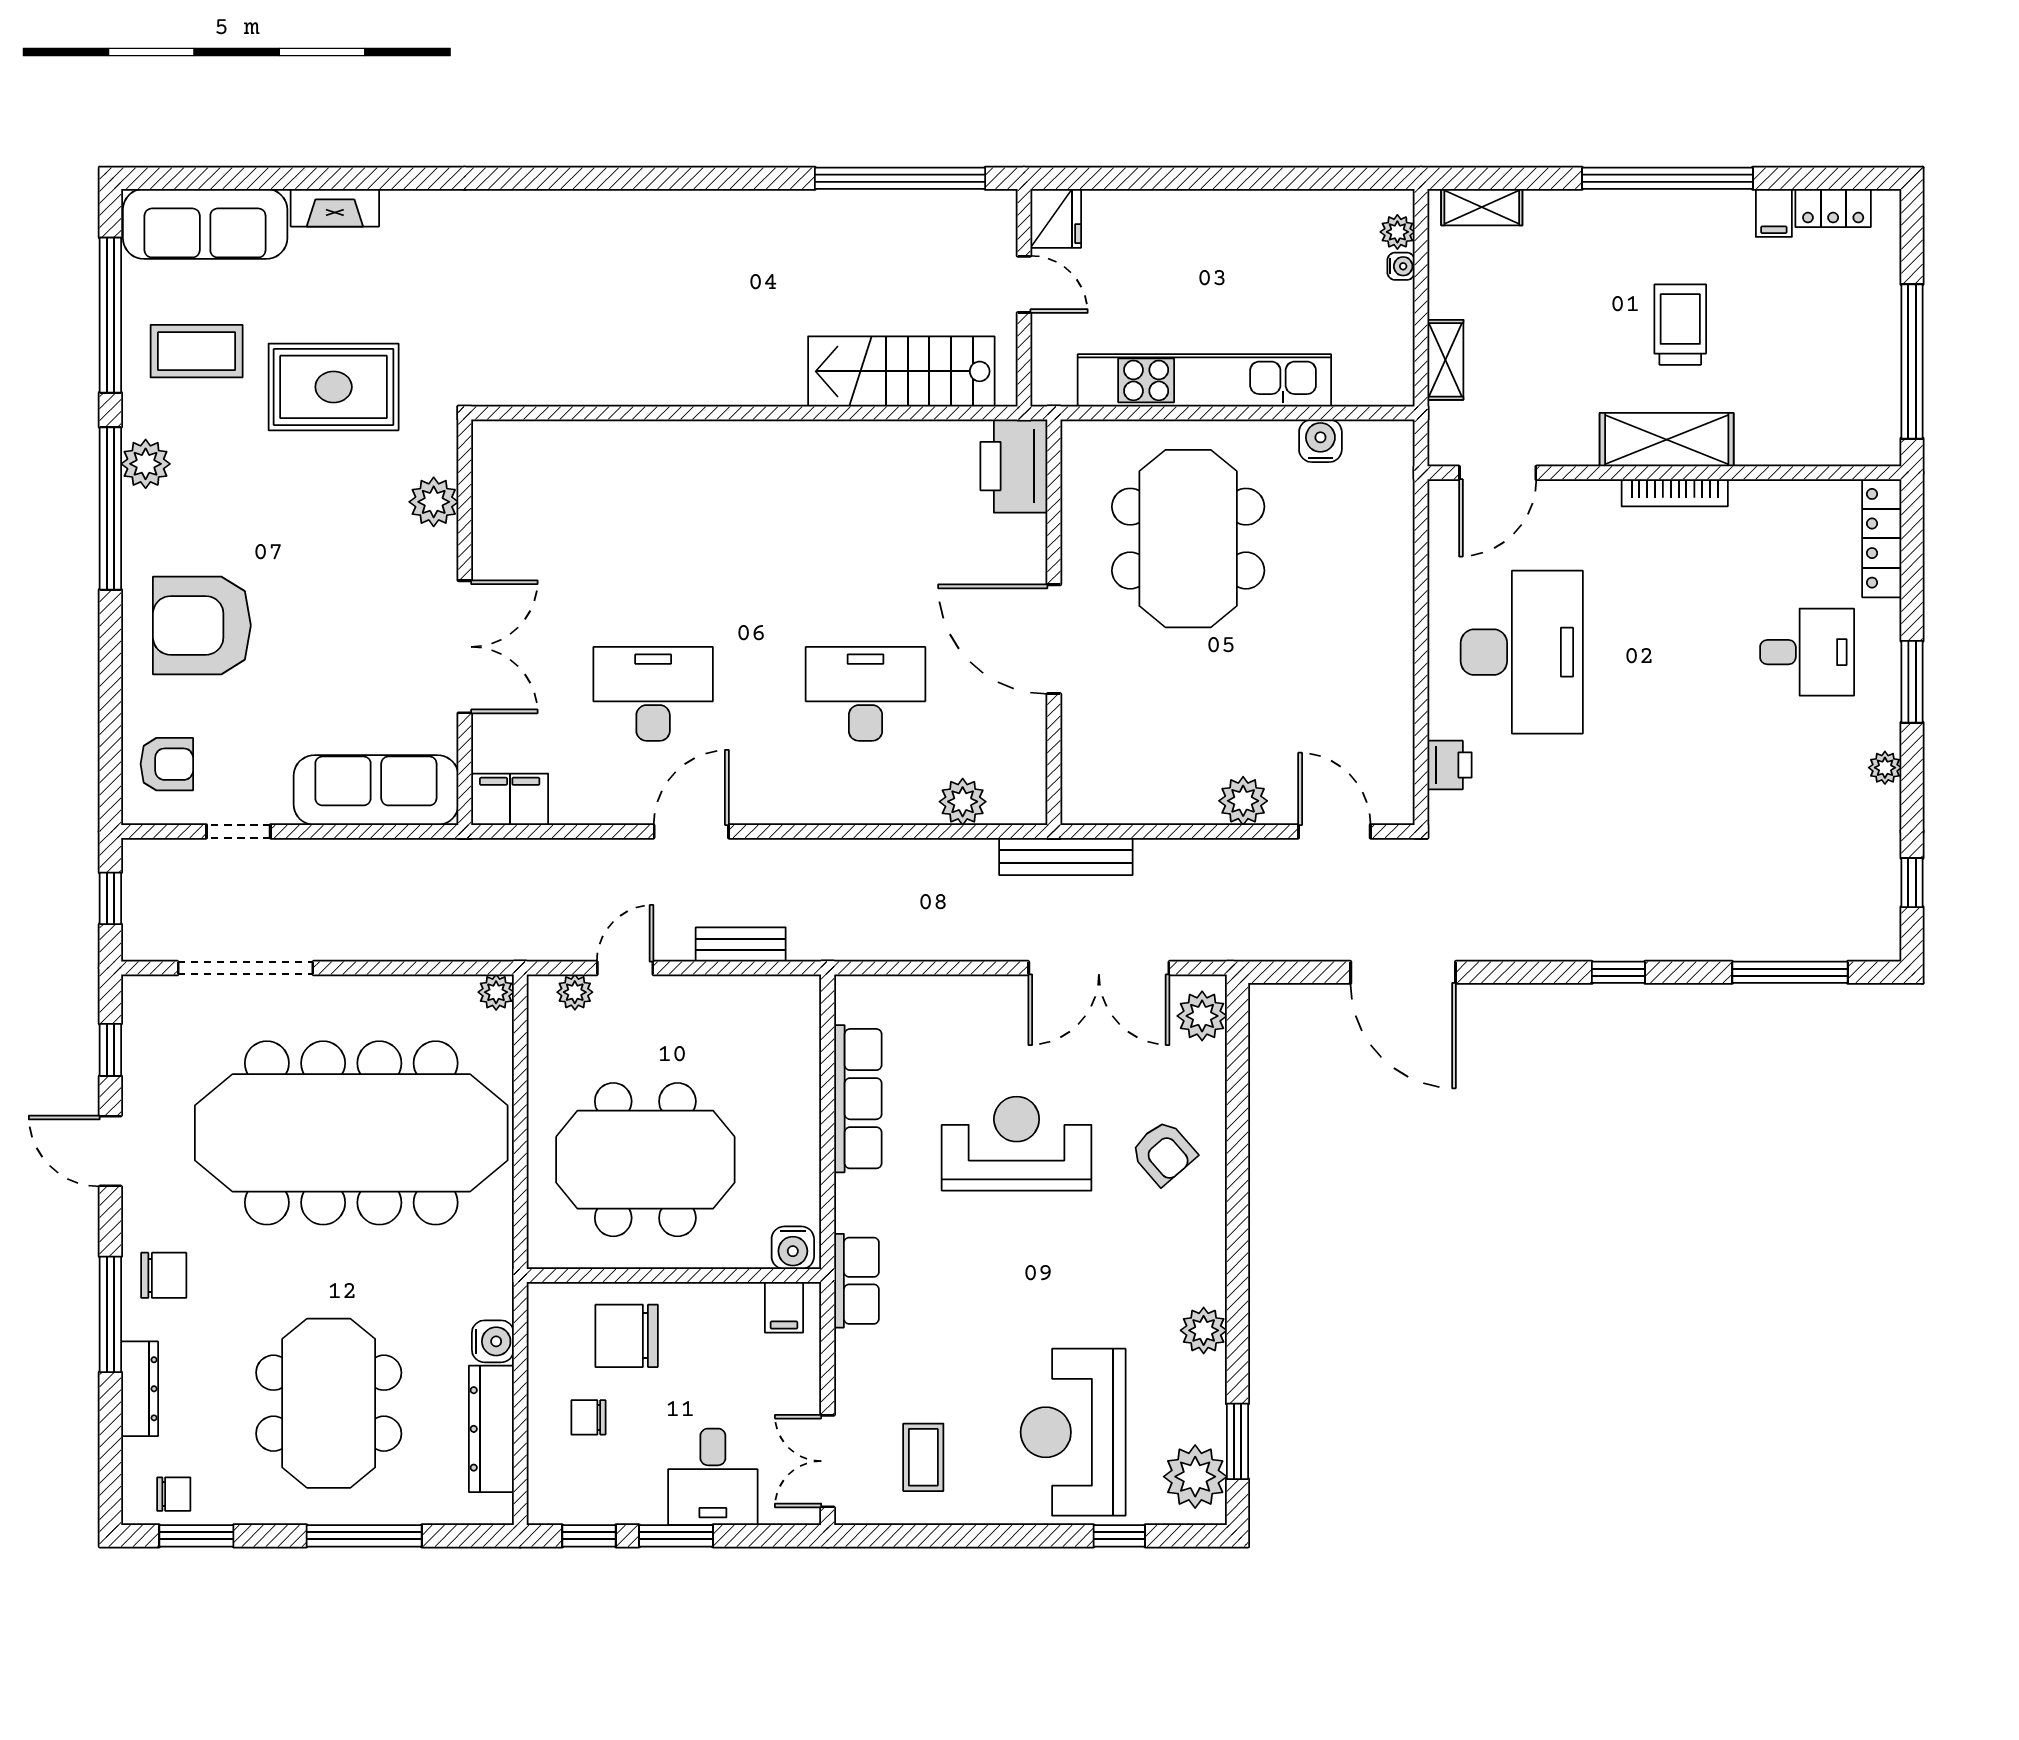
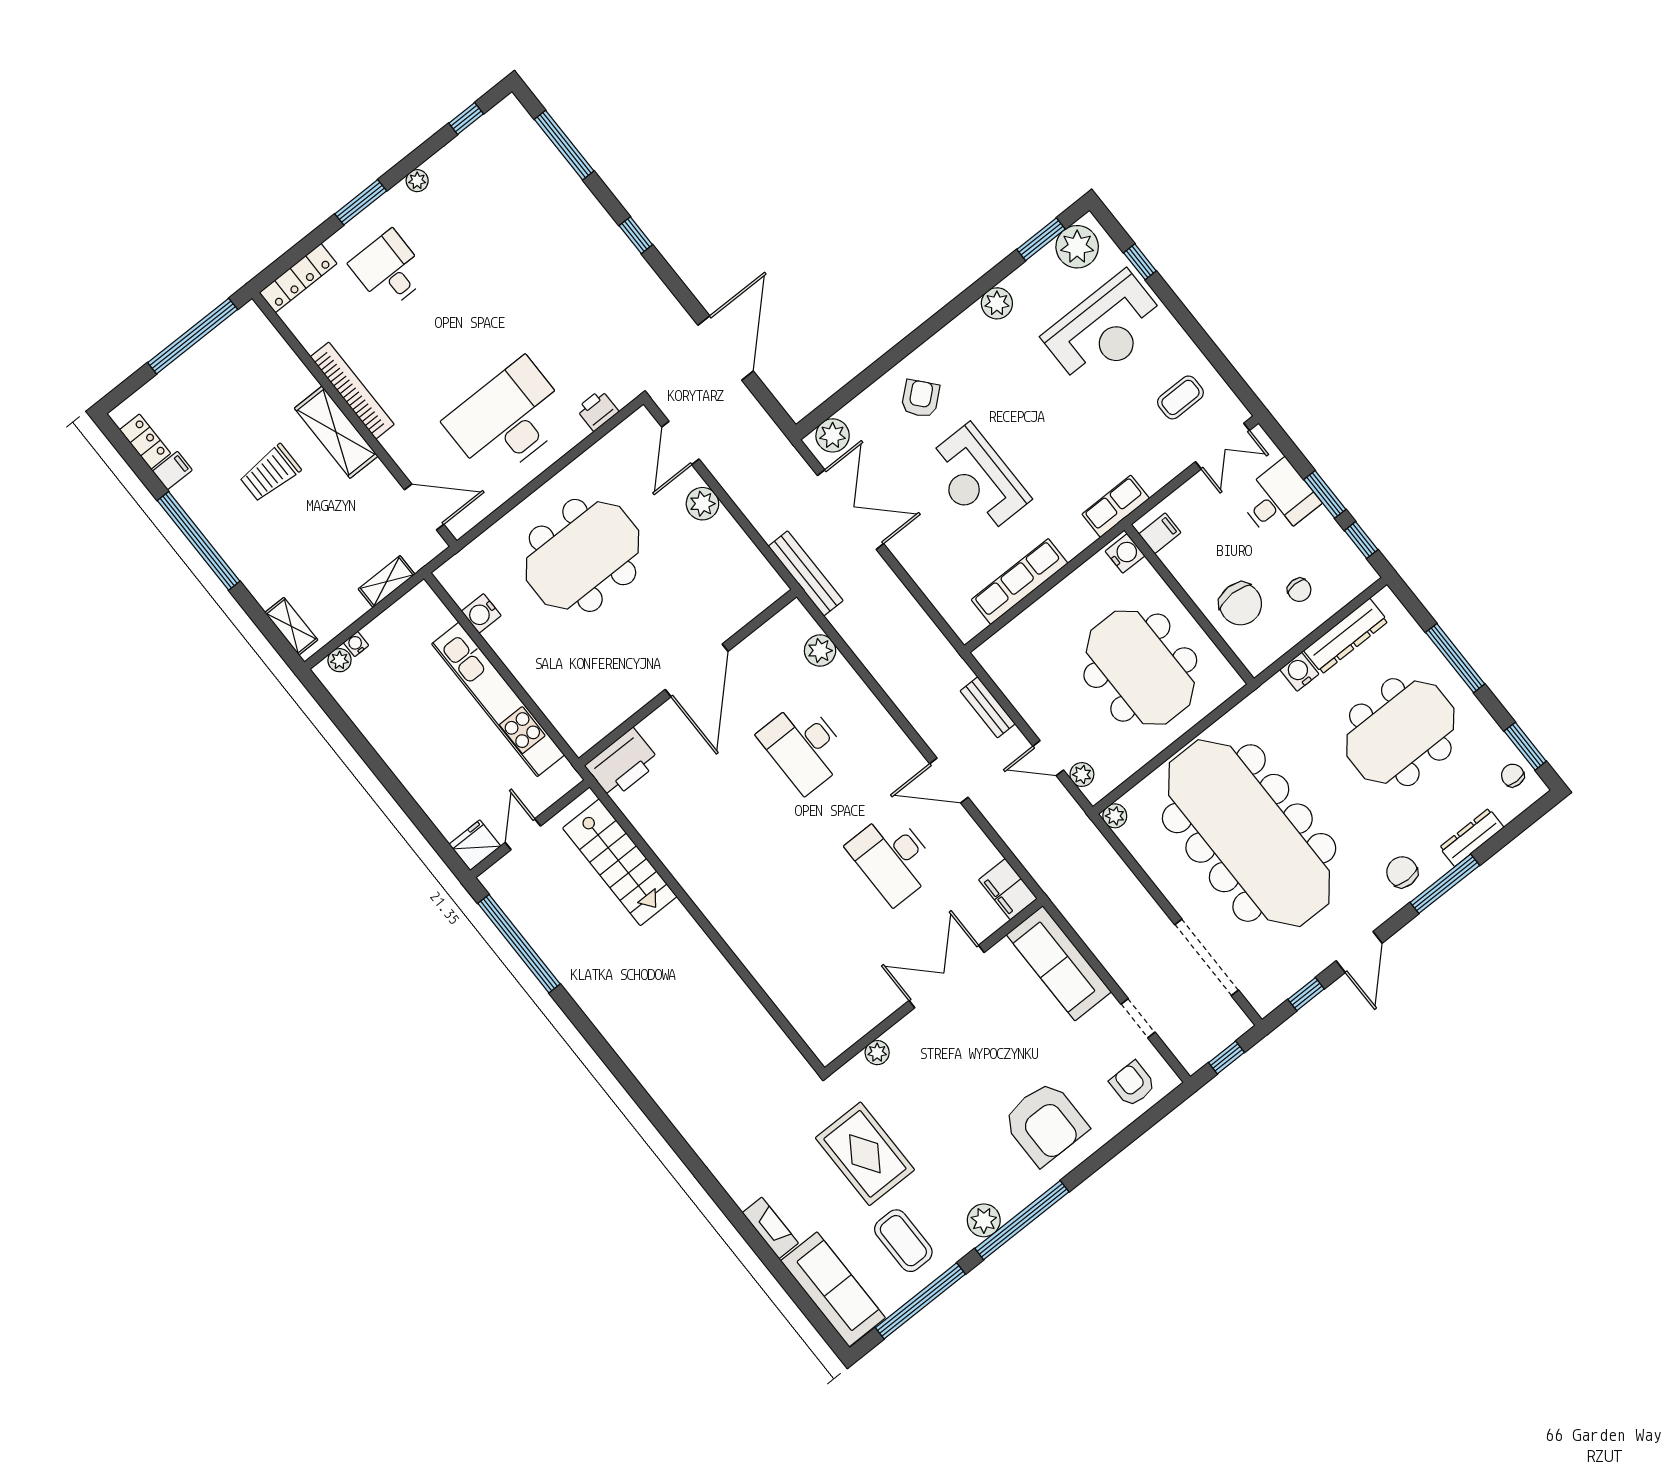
bookcase: (1675, 493) -> (352, 391), width x1.48, depth x1.31
plant: (434, 502) -> (877, 1053), width x0.73, depth x0.73
meeting table: (1188, 539) -> (582, 555), moved

